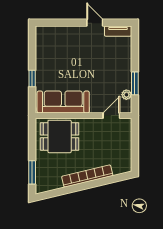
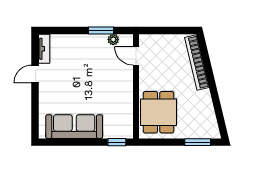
window: (32, 79) -> (117, 142), moved
sofa: (63, 102) -> (74, 127), moved, turned 90
bookcase: (87, 176) -> (197, 63), moved

